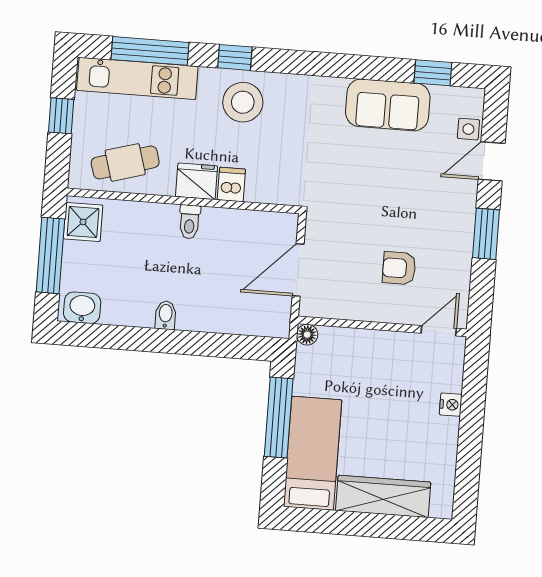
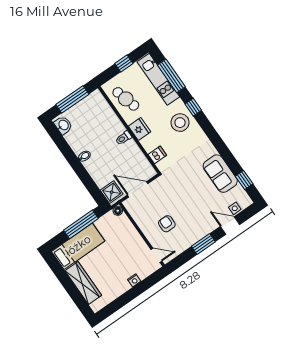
dishwasher: (231, 184) -> (157, 155), moved
shower: (83, 222) -> (112, 192), moved

